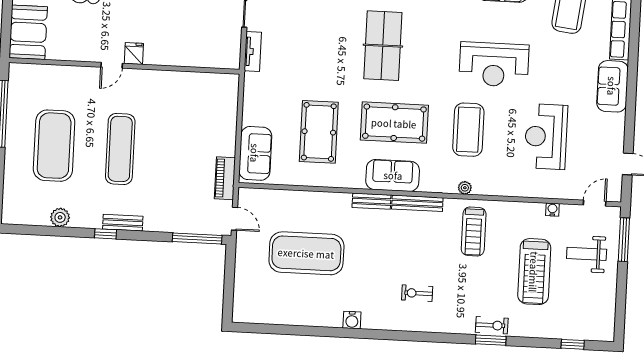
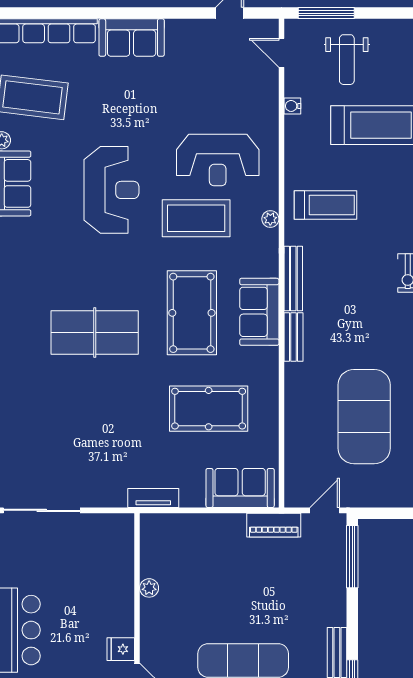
tv unit: (253, 52) -> (153, 498), moved
plant: (181, 78) -> (149, 588), added
reception desk: (546, 137) -> (218, 160), moved

